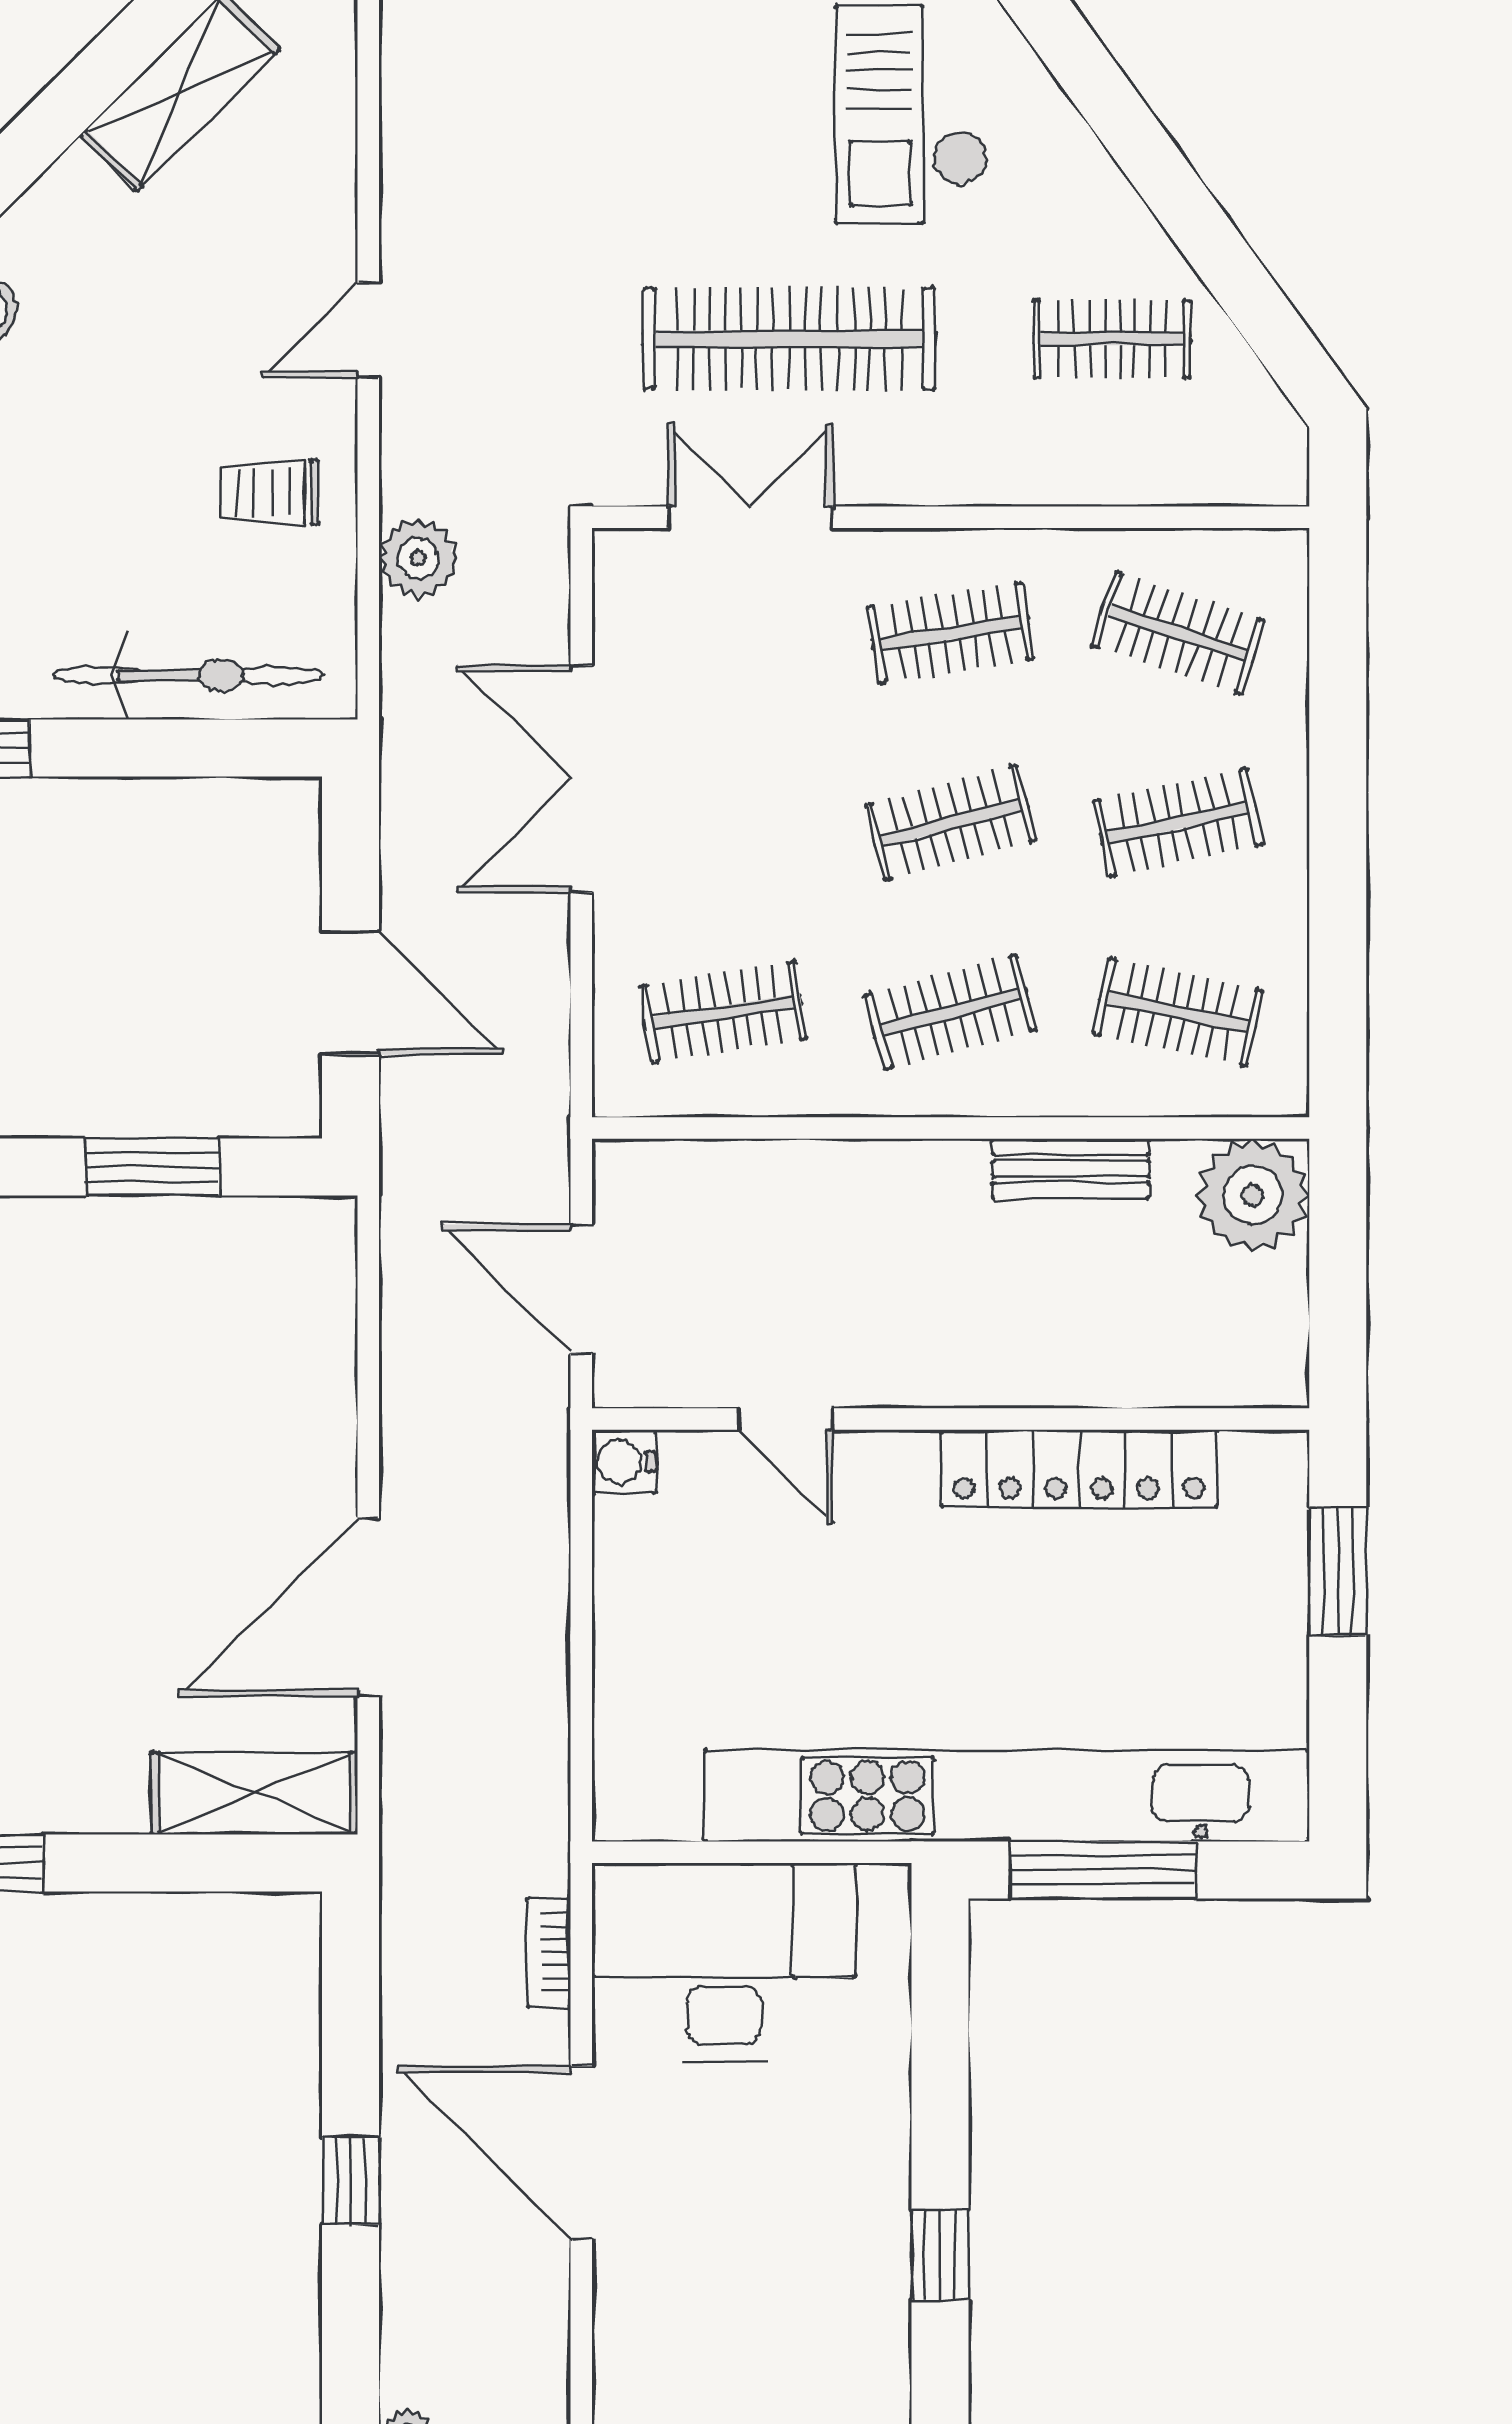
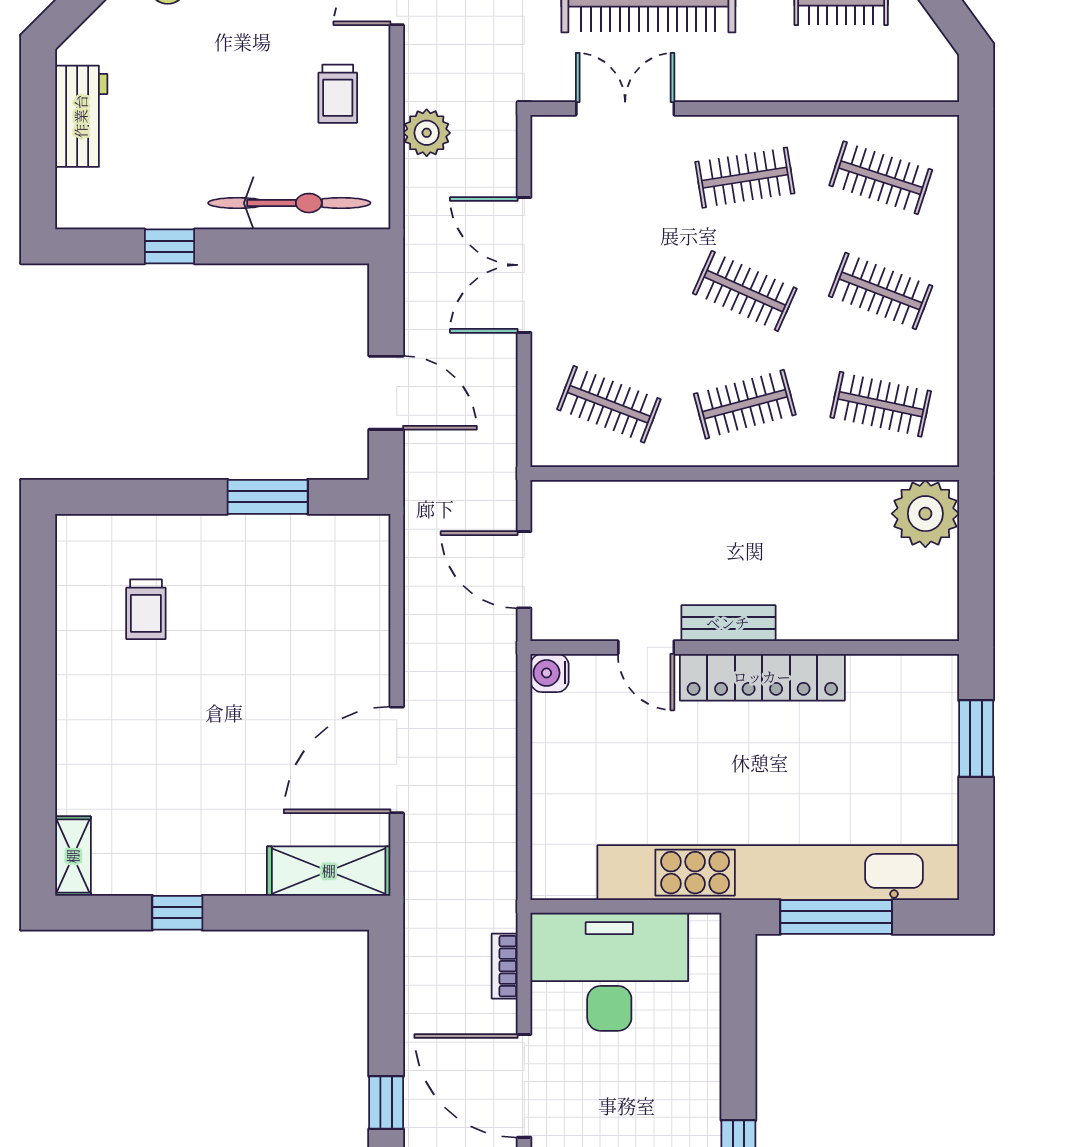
trolley: (270, 492) -> (338, 94), turned -90
clothes rail: (951, 823) -> (745, 291), turned 39
clothes rail: (1178, 823) -> (881, 291), turned 33
clothes rail: (723, 1012) -> (609, 404), turned 30
bench: (1071, 1169) -> (728, 623), moved
locker: (1079, 1469) -> (762, 677), moved

